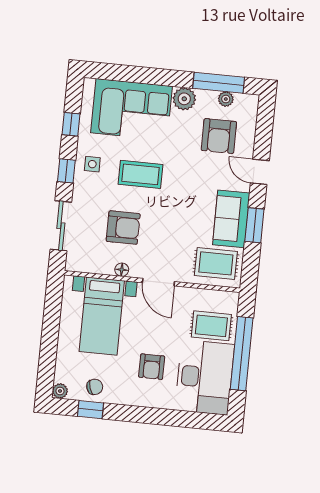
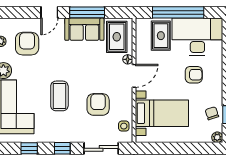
armchair: (219, 136) -> (27, 44), turned -90
side table: (92, 164) -> (124, 126), moved
window: (254, 225) -> (87, 12), width x1.44
floor lamp: (122, 270) -> (128, 59), moved

